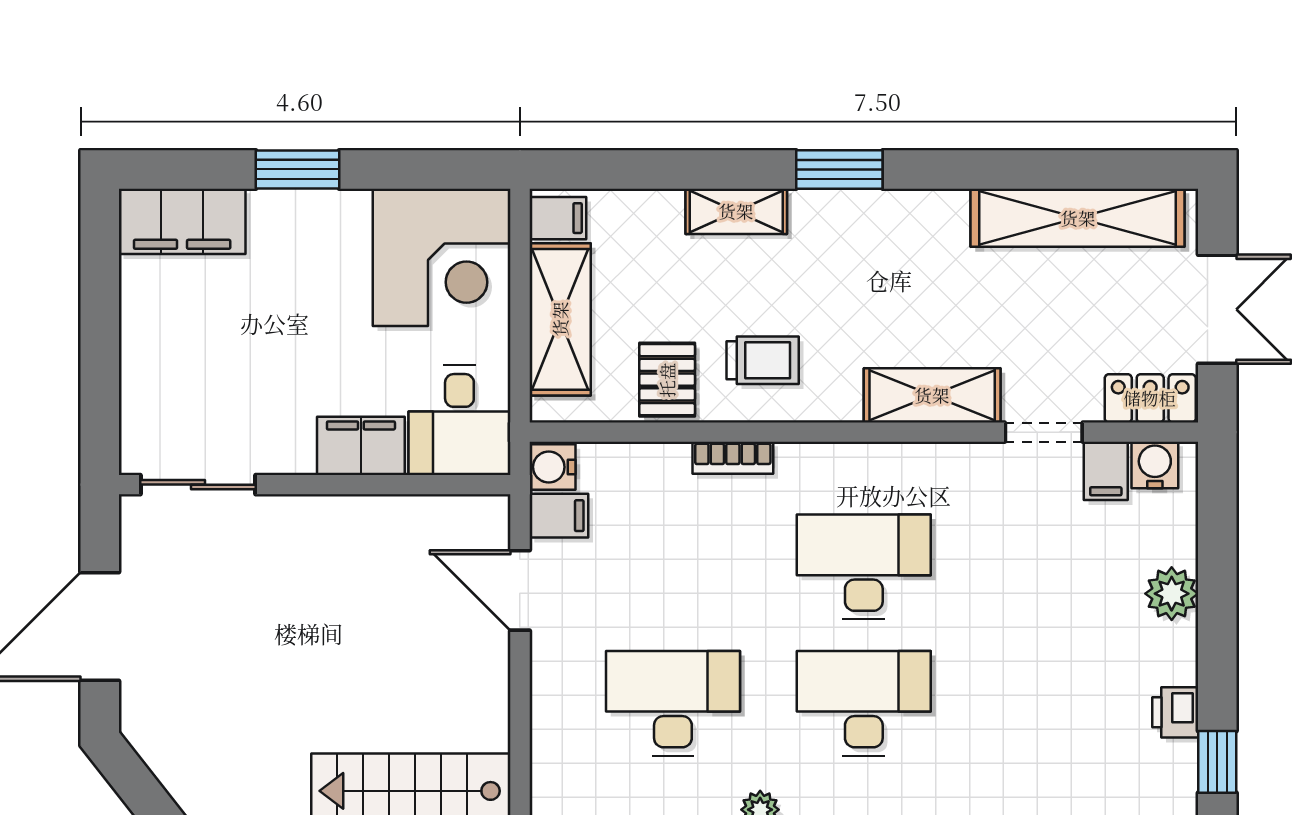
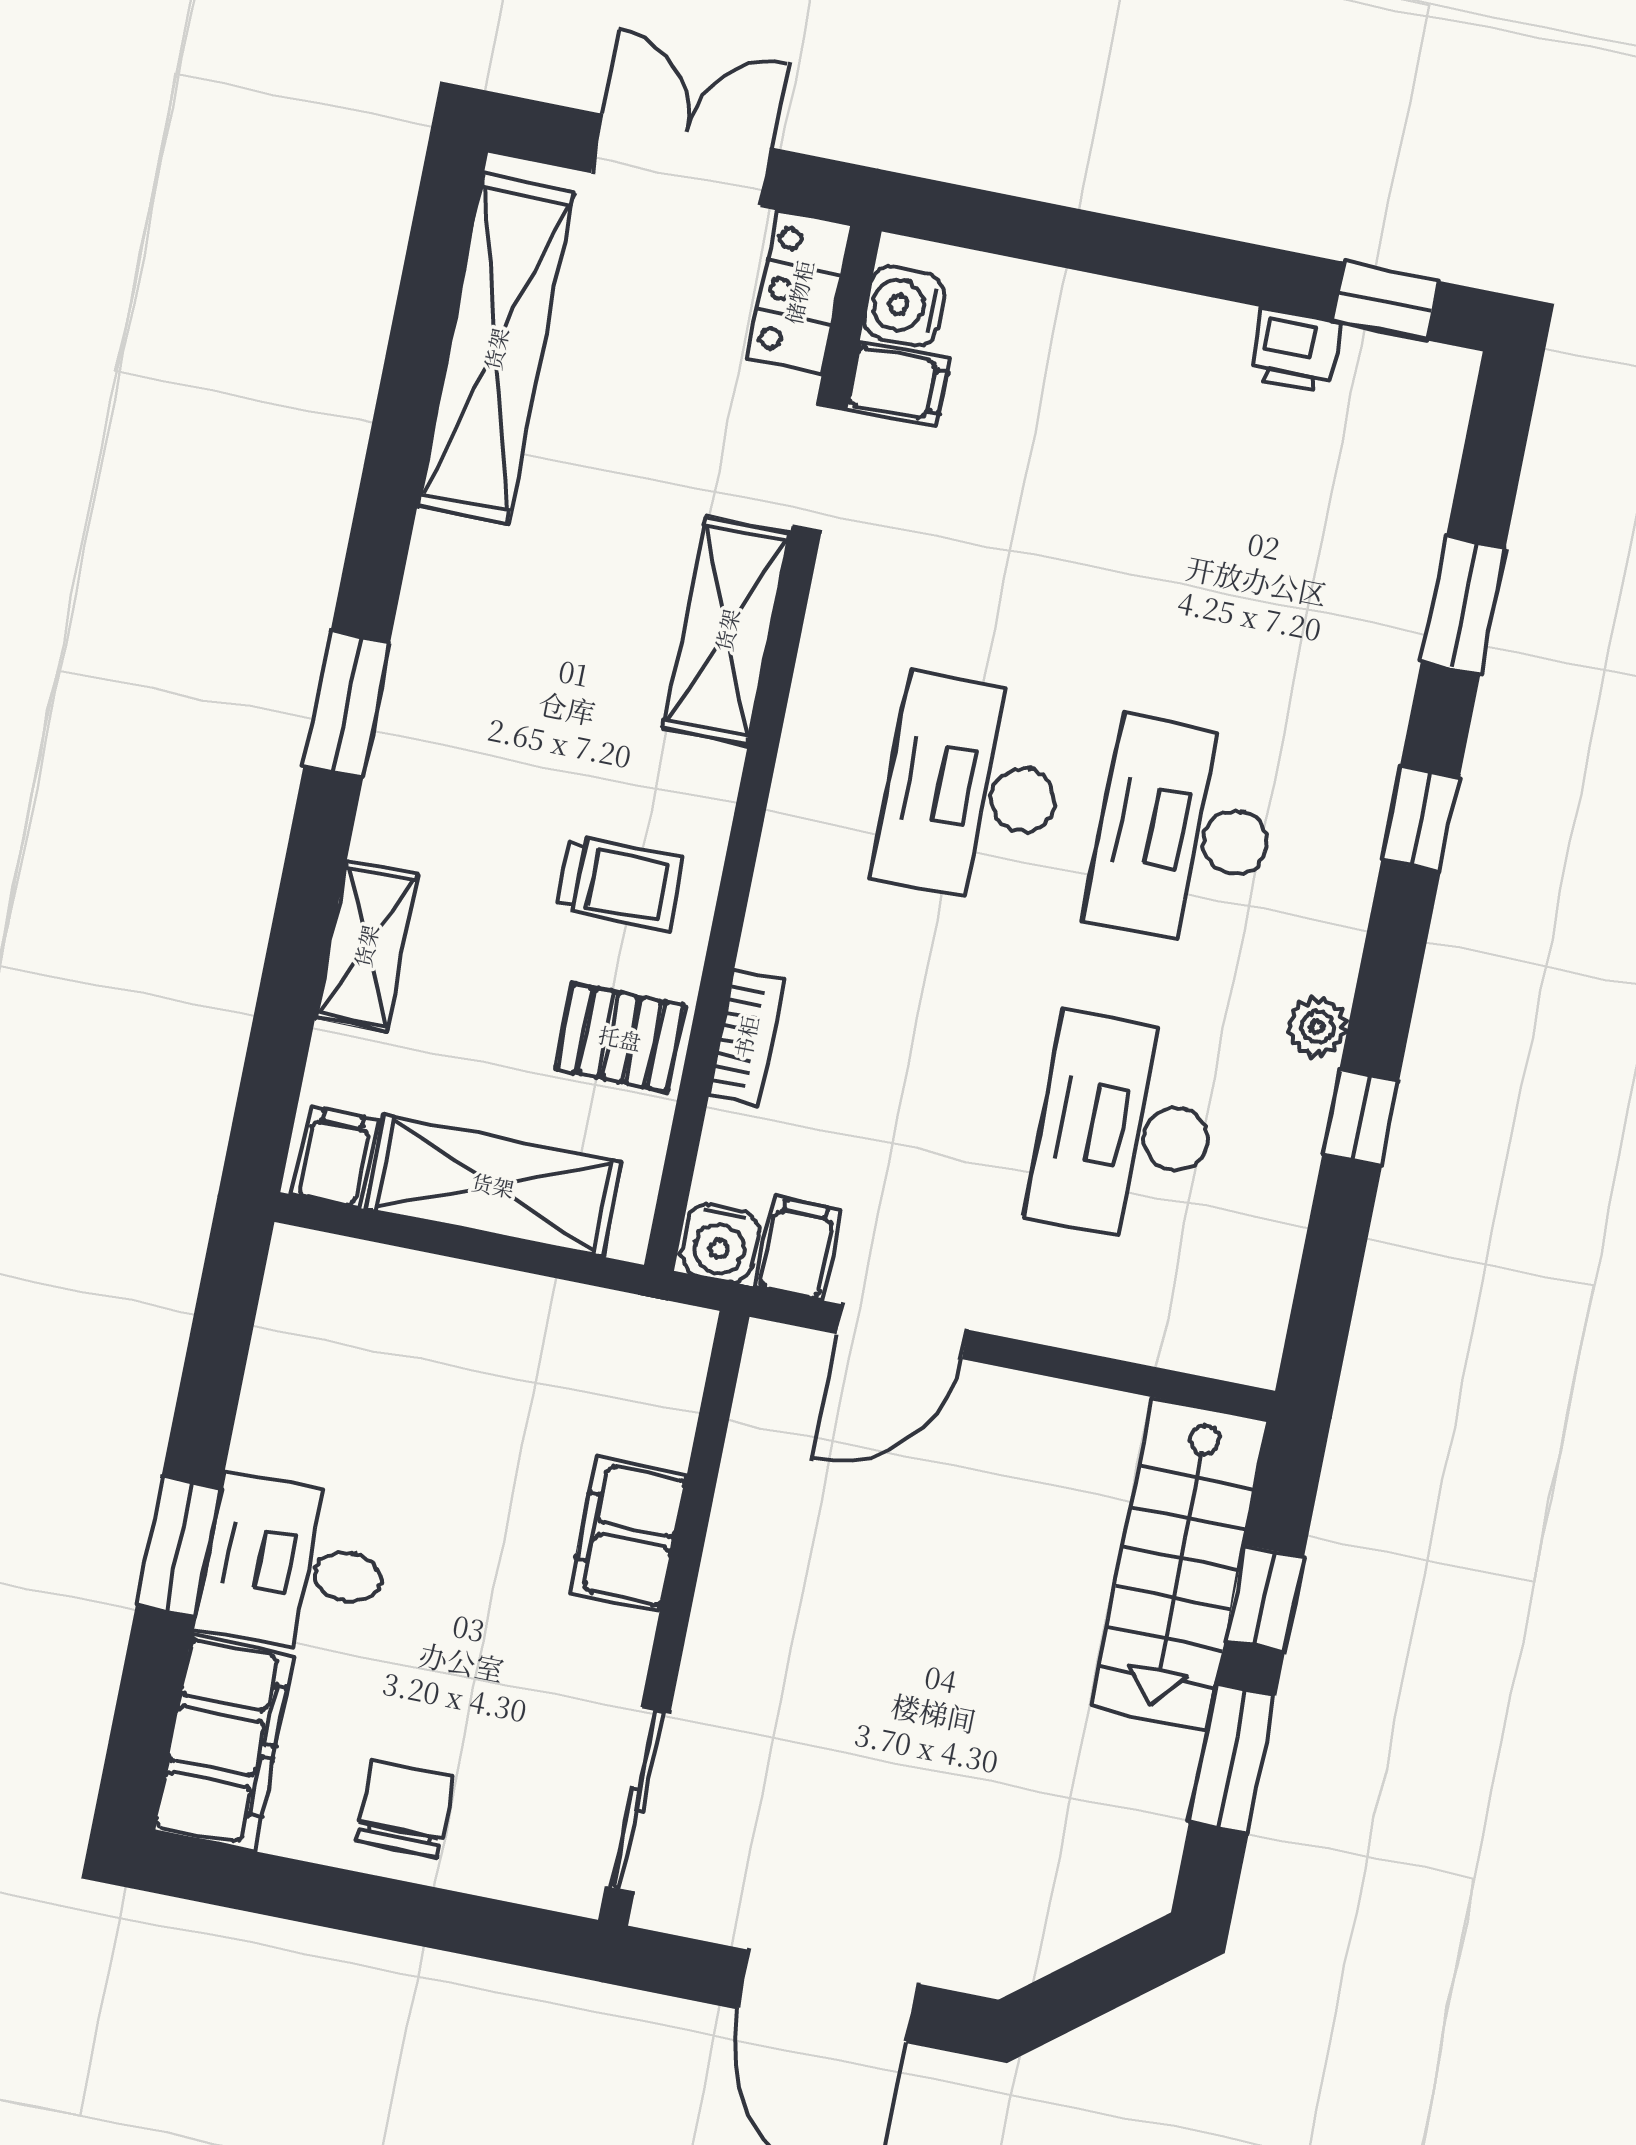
shelving: (736, 211) -> (366, 946), moved
corner desk: (442, 257) -> (360, 1350), removed
chair: (164, 342) -> (405, 1809), added
trolley: (763, 360) -> (620, 883), turned 90
desk: (459, 420) -> (294, 1566), moved, turned 180
bookcase: (733, 458) -> (746, 1037), moved
plant: (1172, 594) -> (1109, 320), removed

